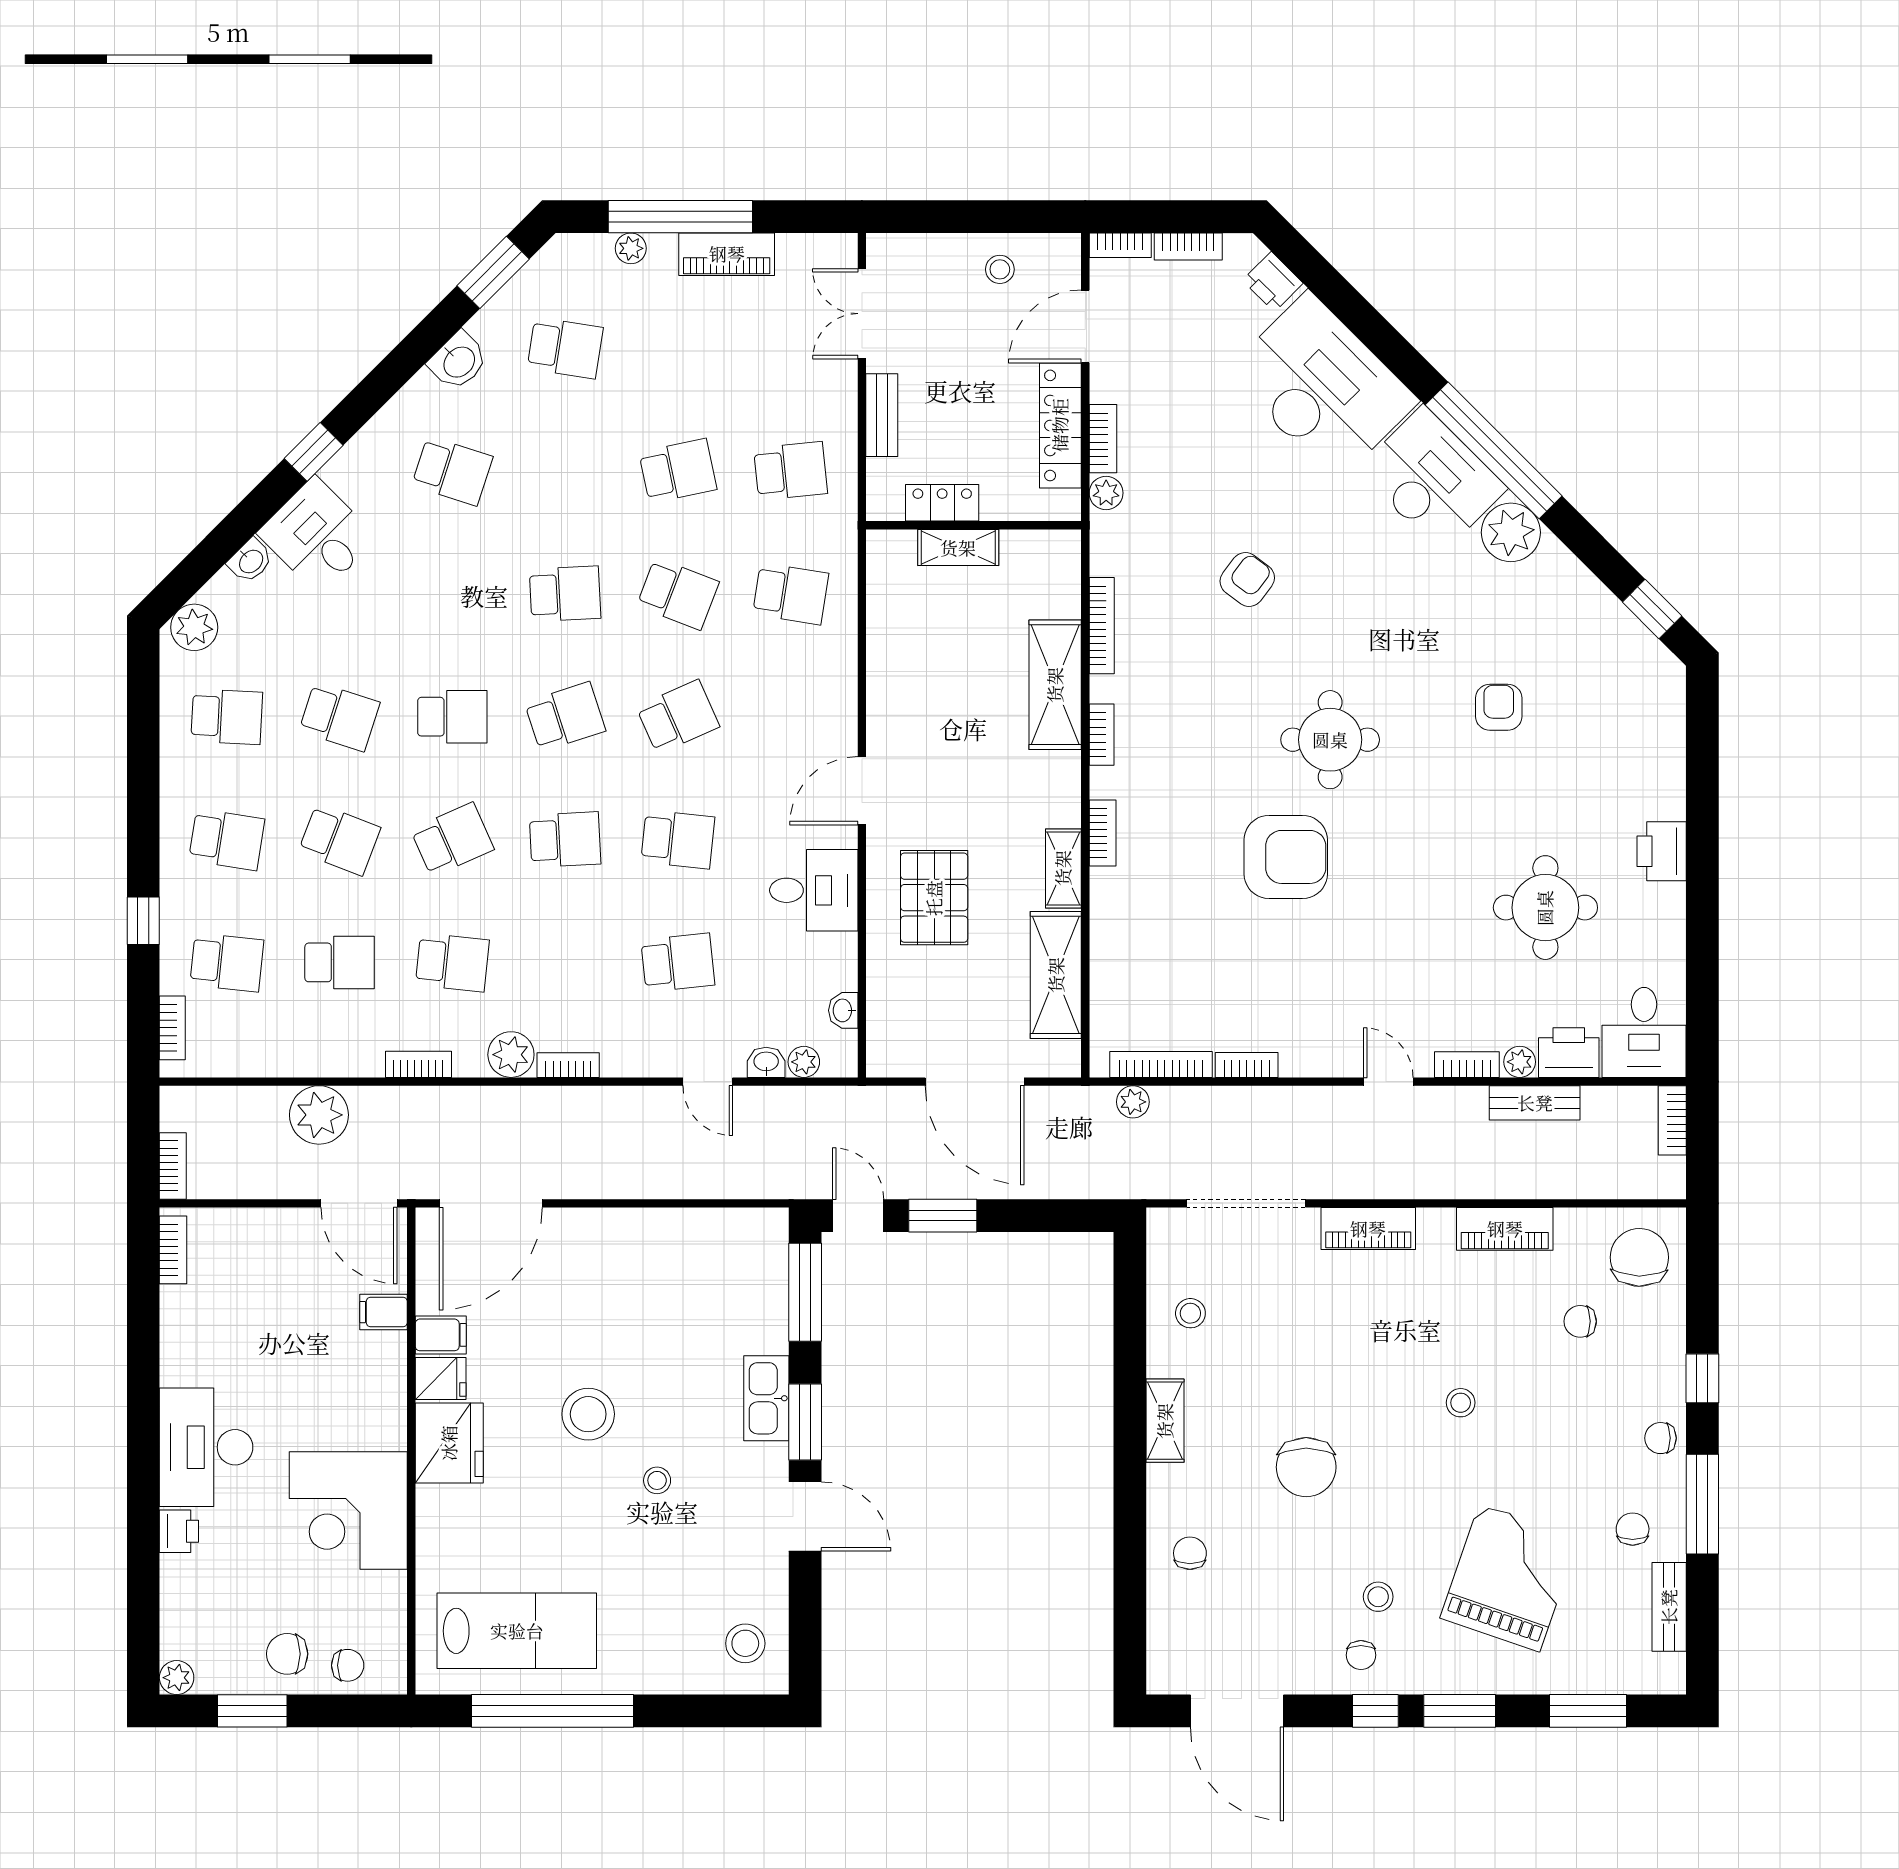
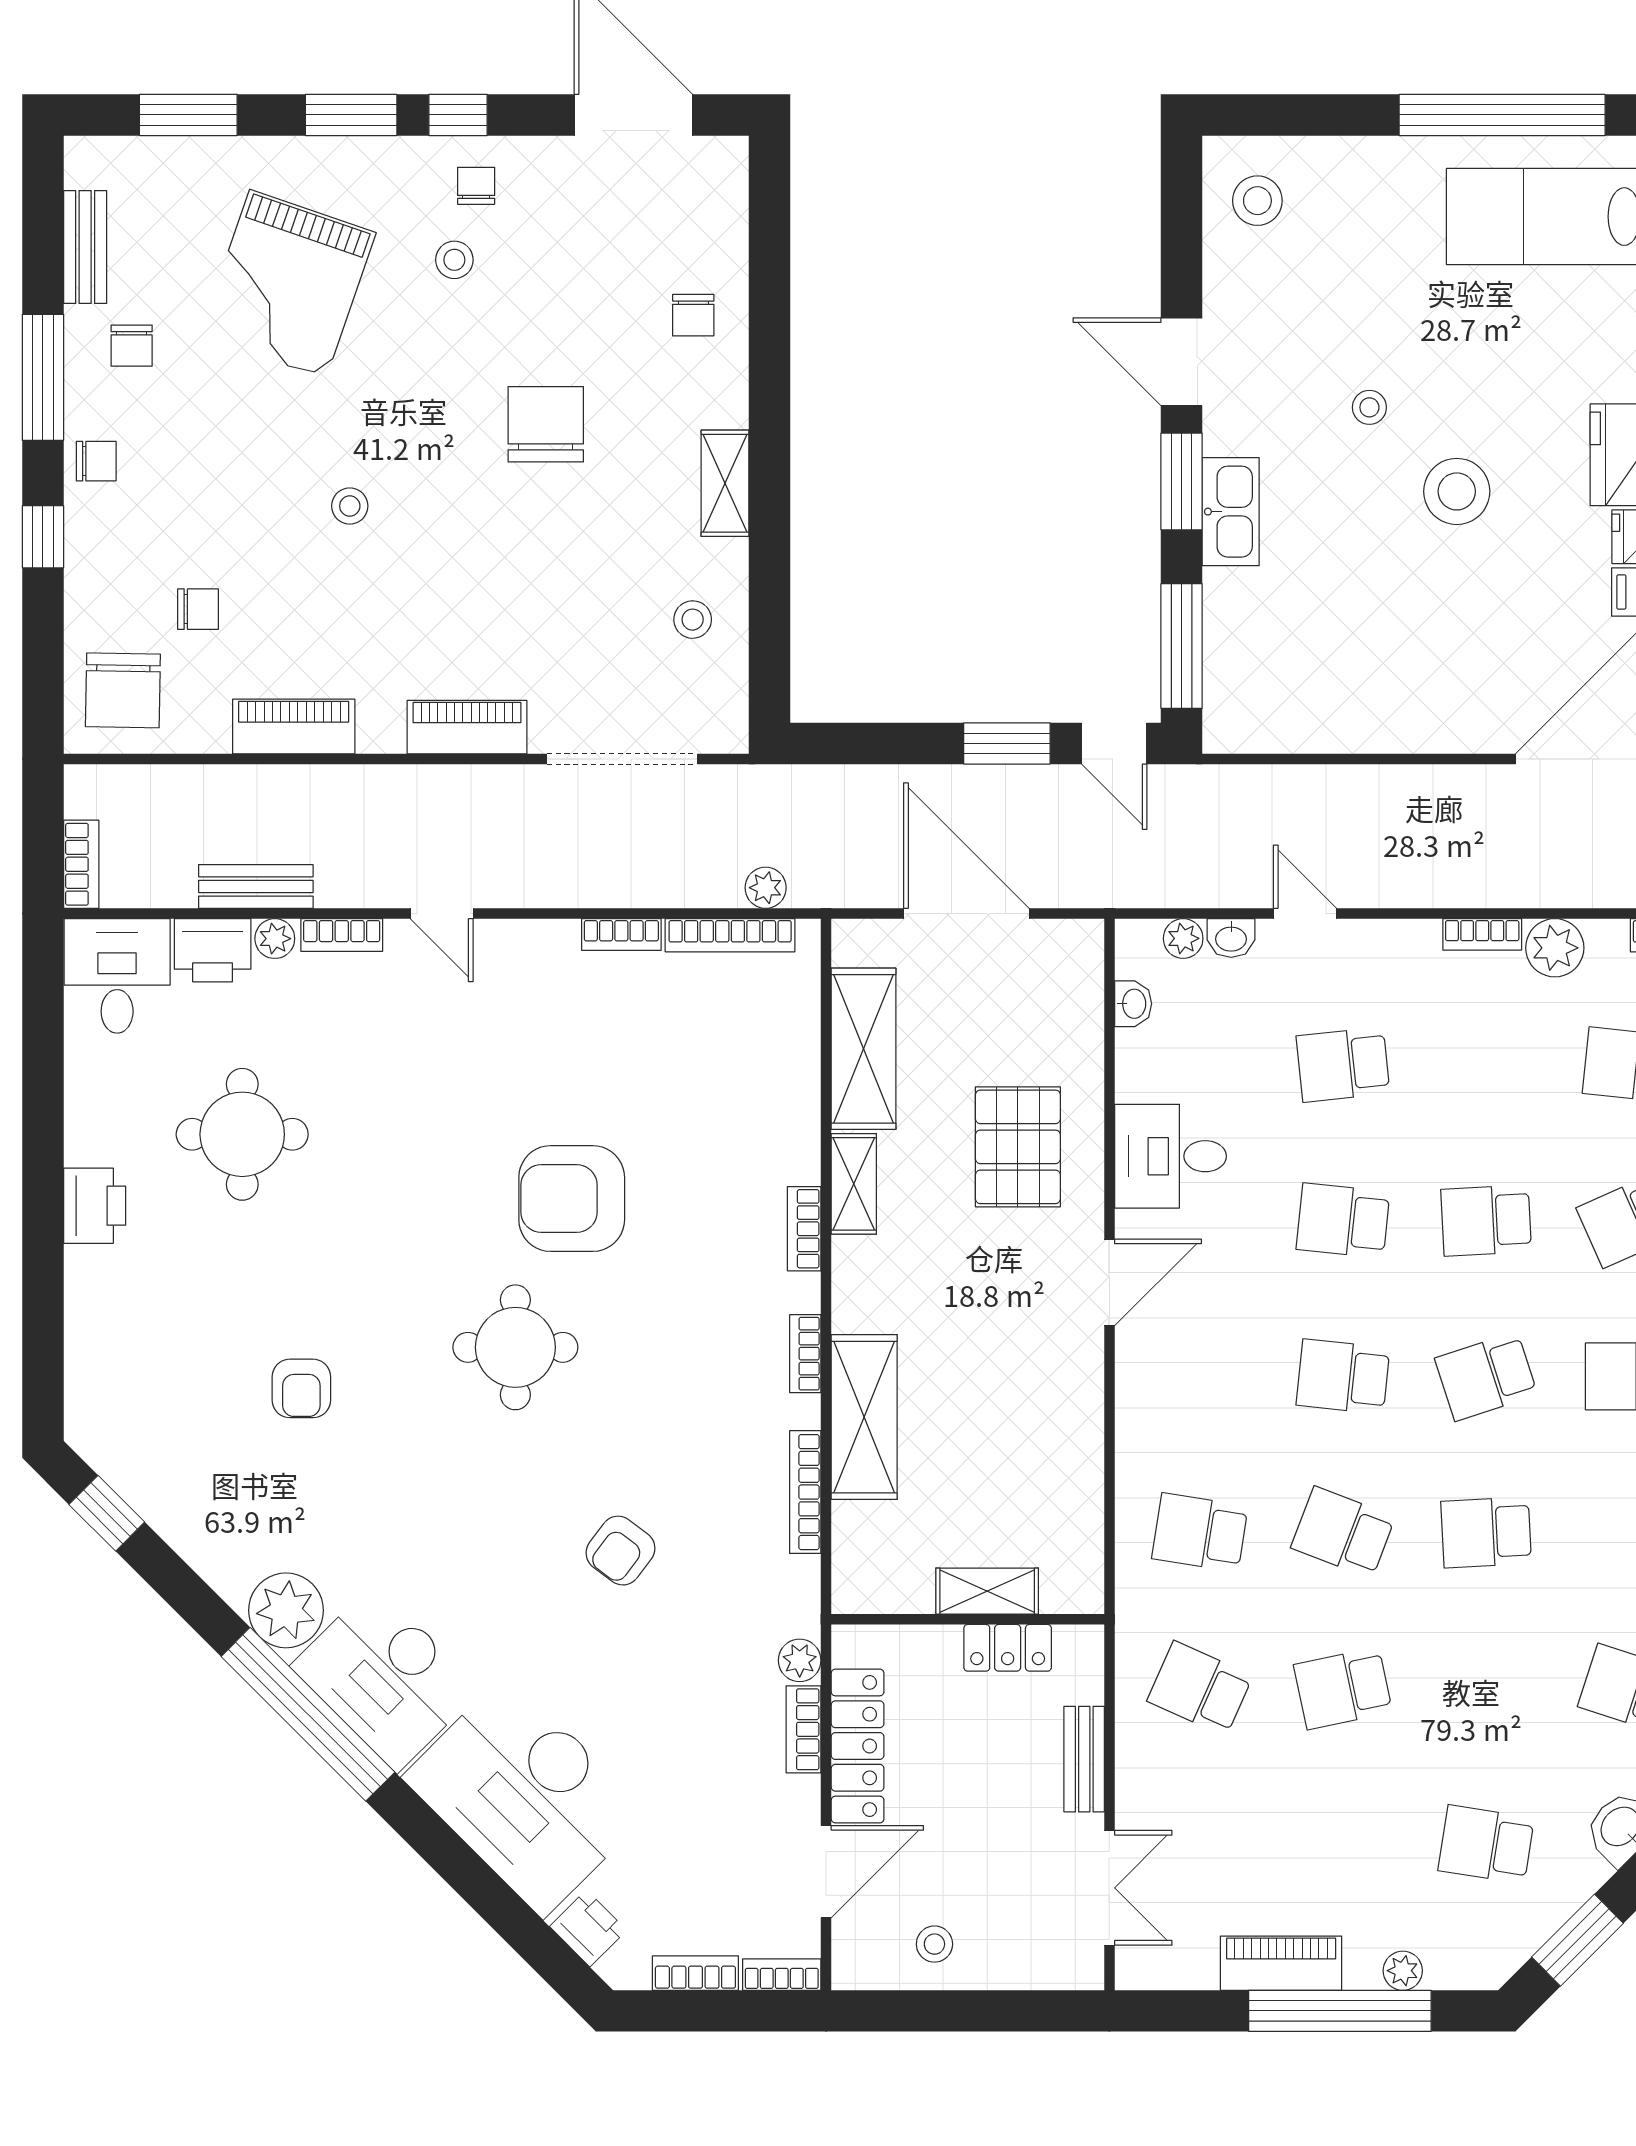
school desk: (791, 471) -> (1200, 1688), turned 30
school desk: (678, 717) -> (1343, 1376), turned 30

